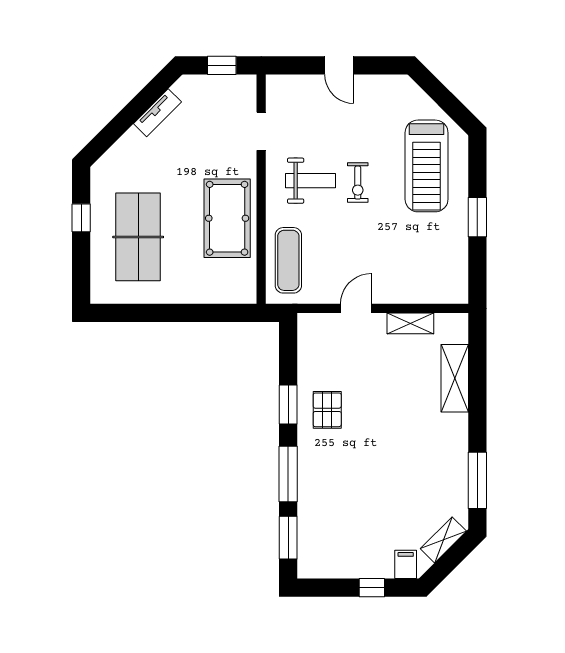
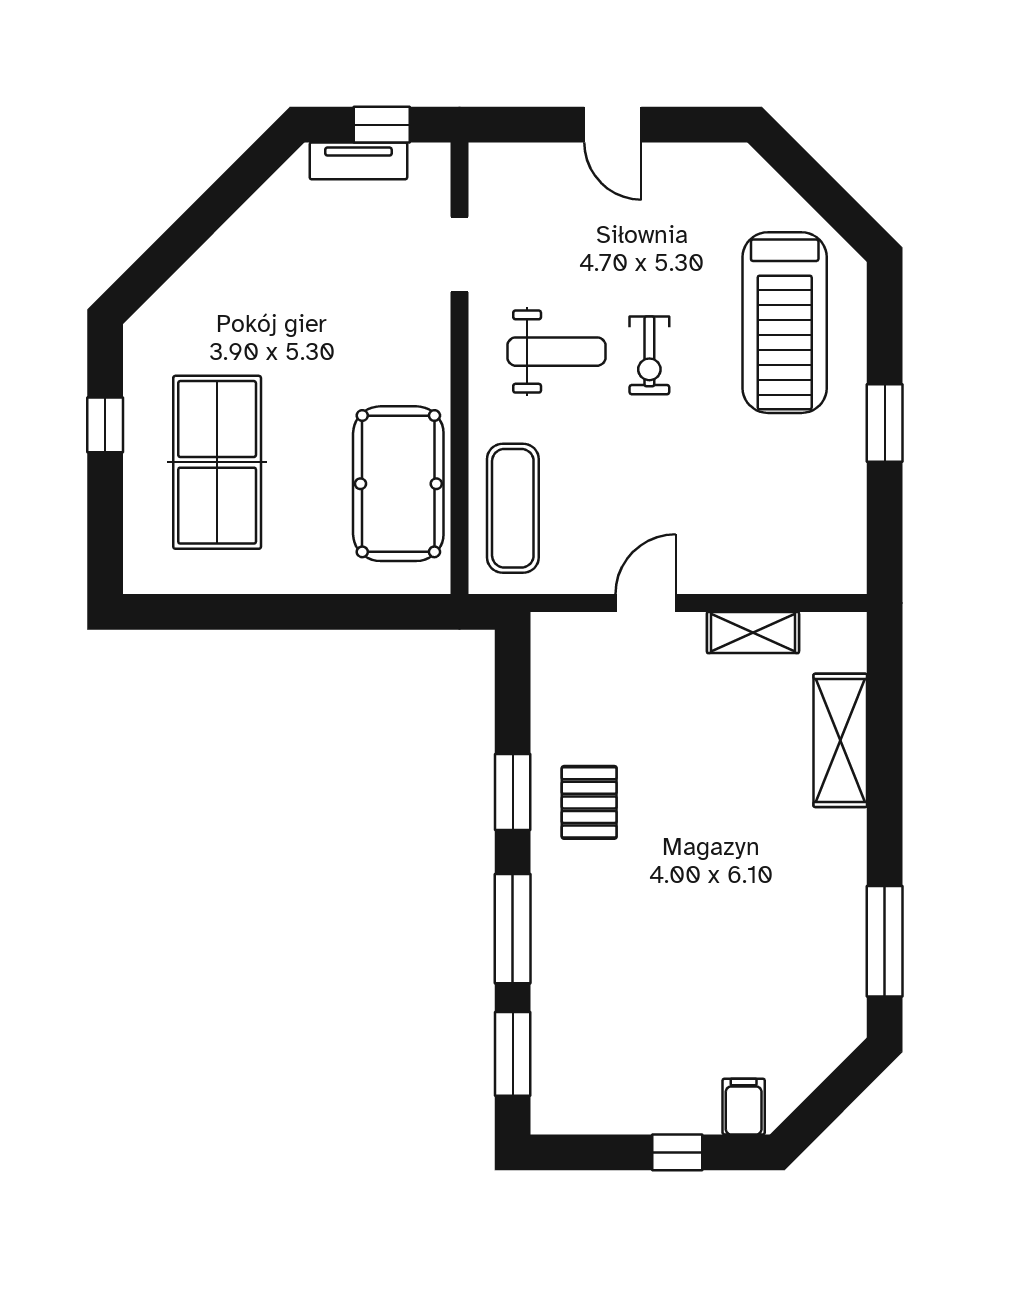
tv unit: (157, 113) -> (358, 161), moved, turned 45
pool table: (227, 218) -> (398, 484), moved
shelving: (443, 540) -> (818, 1058), removed

